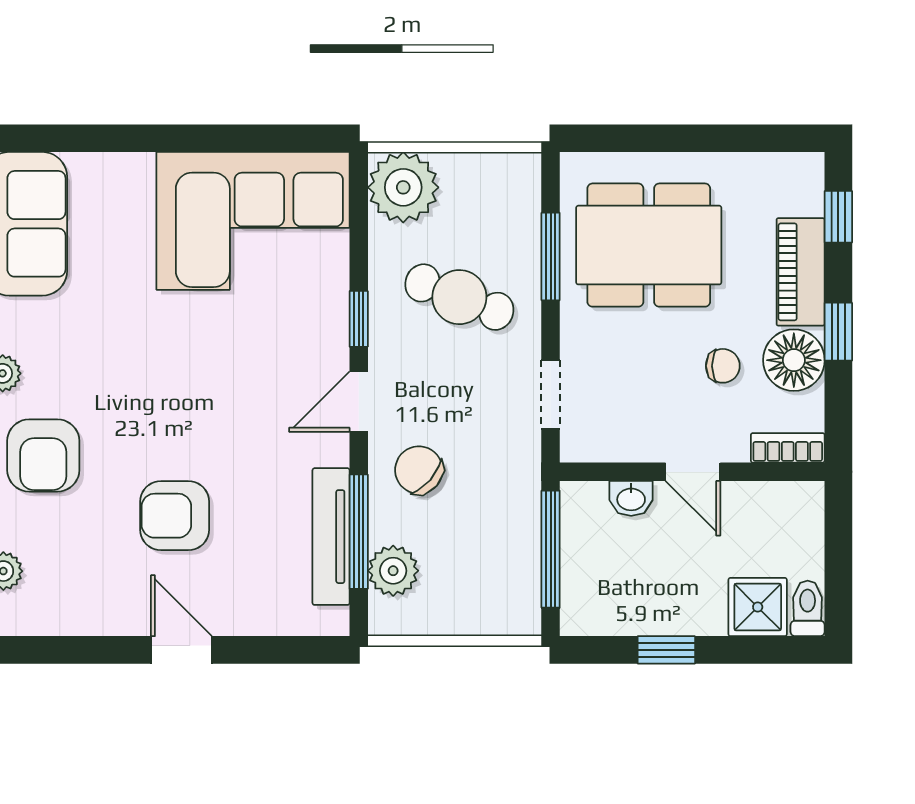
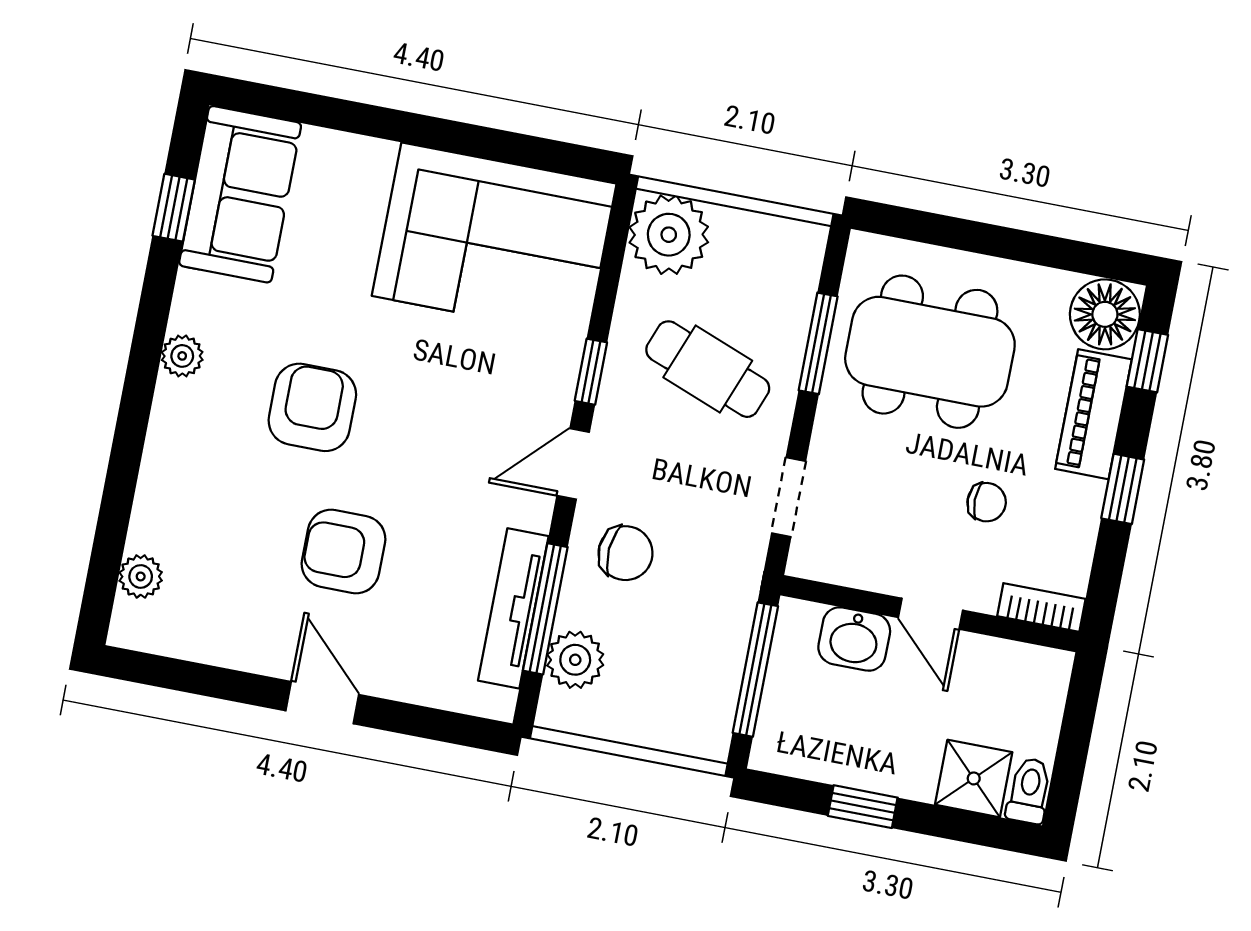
floor lamp: (794, 360) -> (1105, 314), moved
armchair: (43, 455) -> (312, 407), moved, turned 180
chair: (419, 470) -> (625, 553), turned 143
washbasin: (631, 498) -> (854, 639), width x1.38, depth x1.45

